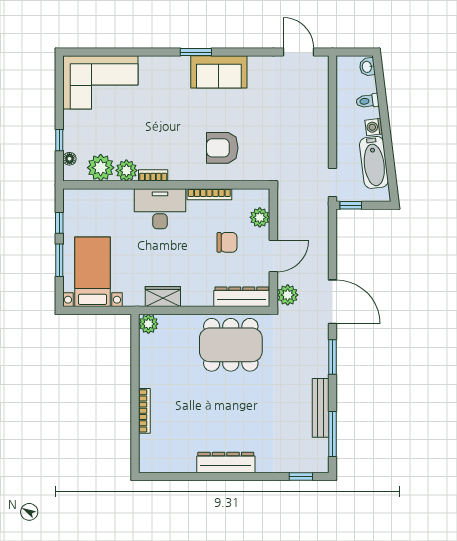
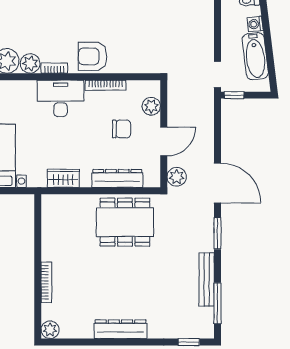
armchair: (222, 148) -> (93, 56), moved
dresser: (242, 297) -> (117, 178), moved
plant: (148, 324) -> (50, 330), moved

